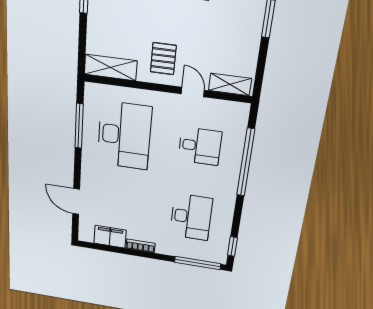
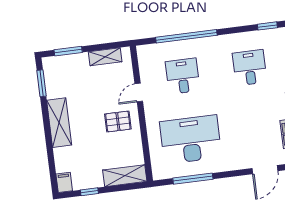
shelving: (111, 67) -> (125, 176), moved, turned 90
shelving: (230, 84) -> (105, 57), moved, turned 90
desk: (191, 217) -> (250, 68), width x0.73

